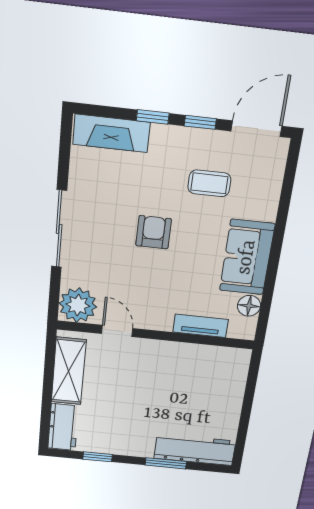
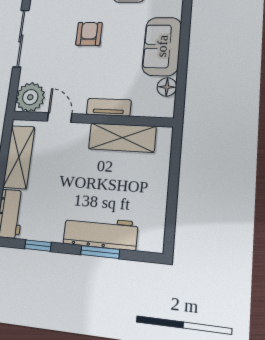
tv unit: (201, 326) -> (109, 107), moved
shelving: (193, 357) -> (122, 138), added
workbench: (195, 450) -> (100, 233), moved

